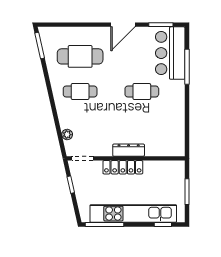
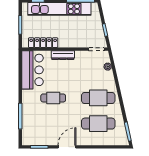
bar counter: (170, 53) -> (32, 70), moved
cafe table: (80, 92) -> (98, 98), width x1.37, depth x1.35
locker: (123, 167) -> (43, 43), moved

